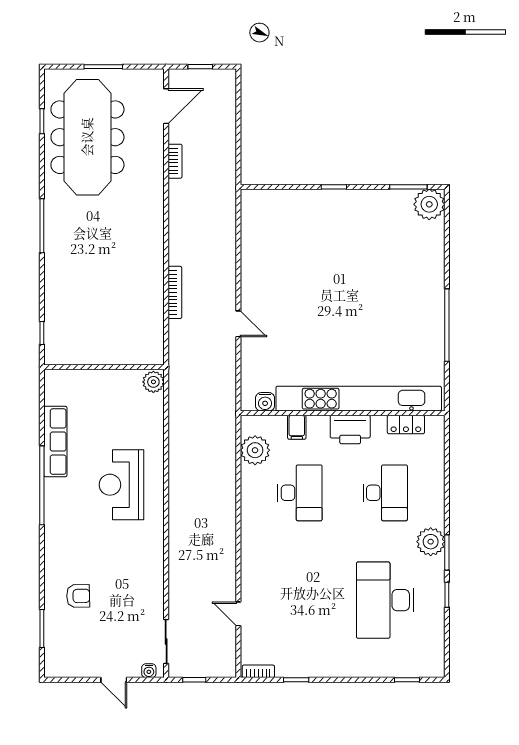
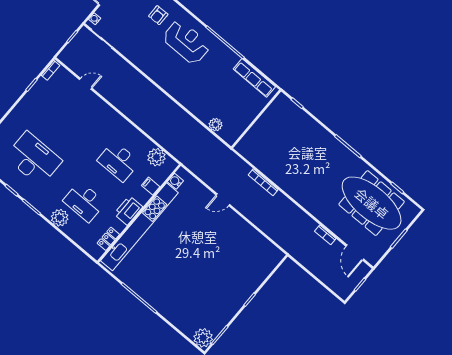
plant: (153, 382) -> (216, 125), moved
row of seats: (55, 442) -> (254, 78), moved
reception desk: (121, 485) -> (186, 42), moved
plant: (431, 542) -> (60, 218), moved

